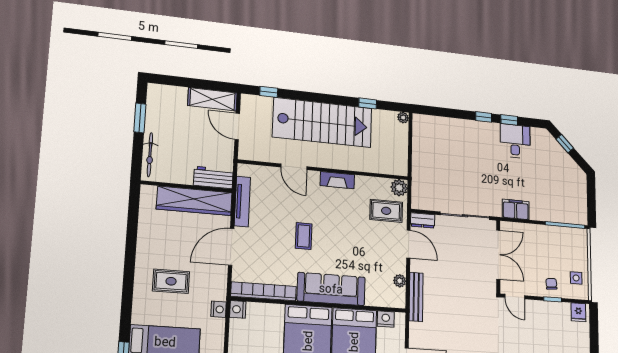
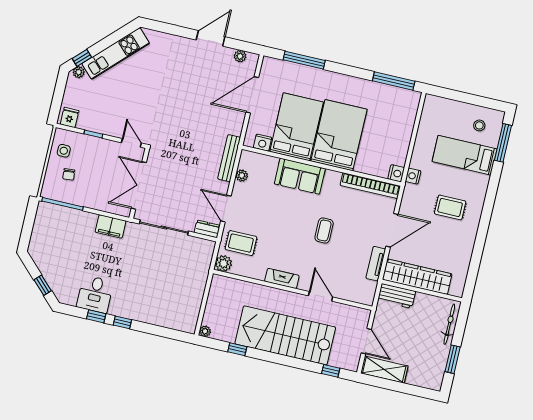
tv unit: (242, 201) -> (376, 264), width x0.71
chair: (551, 284) -> (69, 174), moved
sofa: (331, 289) -> (300, 176), width x0.73

